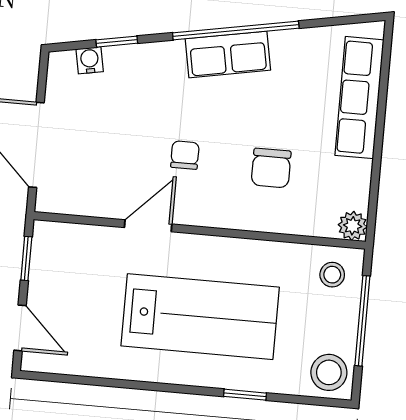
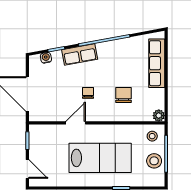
row of seats: (228, 54) -> (80, 55), moved
chair: (271, 168) -> (124, 95), turned 180
stool: (329, 372) -> (154, 161), moved

